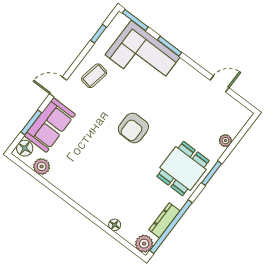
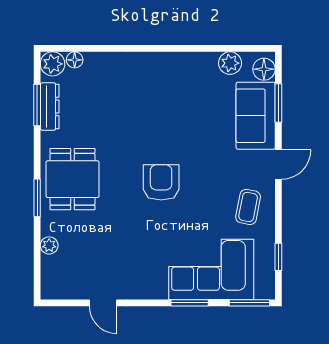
door: (219, 84) -> (103, 303), hinge flipped
floor lamp: (115, 225) -> (75, 60), moved
window: (171, 227) -> (37, 105), width x0.47

